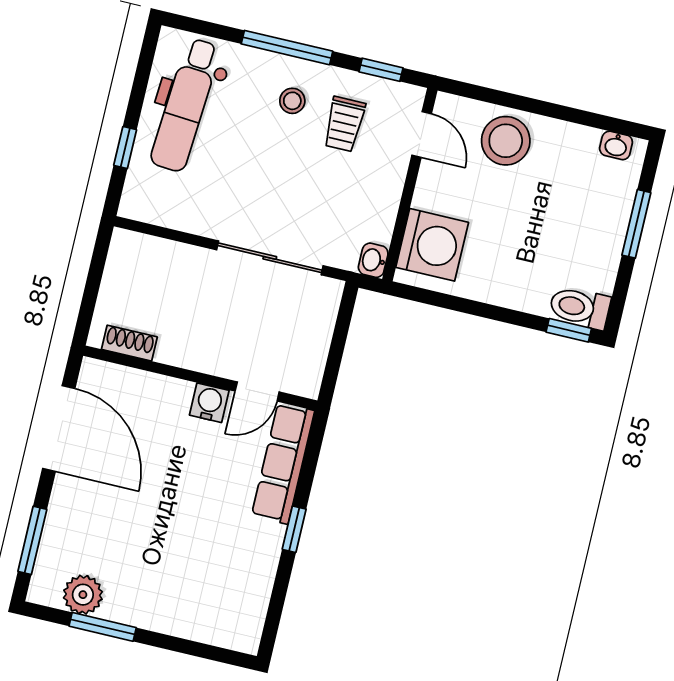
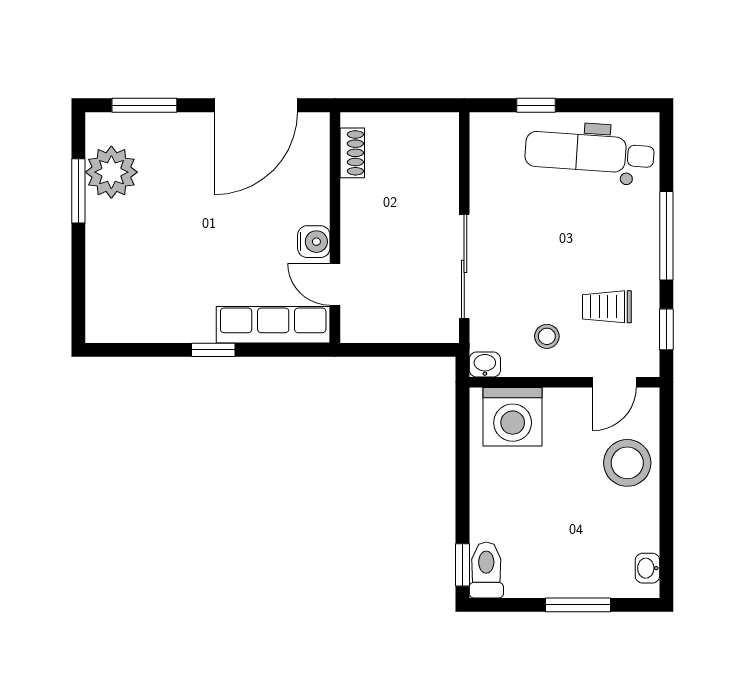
stool: (292, 101) -> (547, 336), moved
plant: (83, 595) -> (111, 172), width x1.36, depth x1.36

